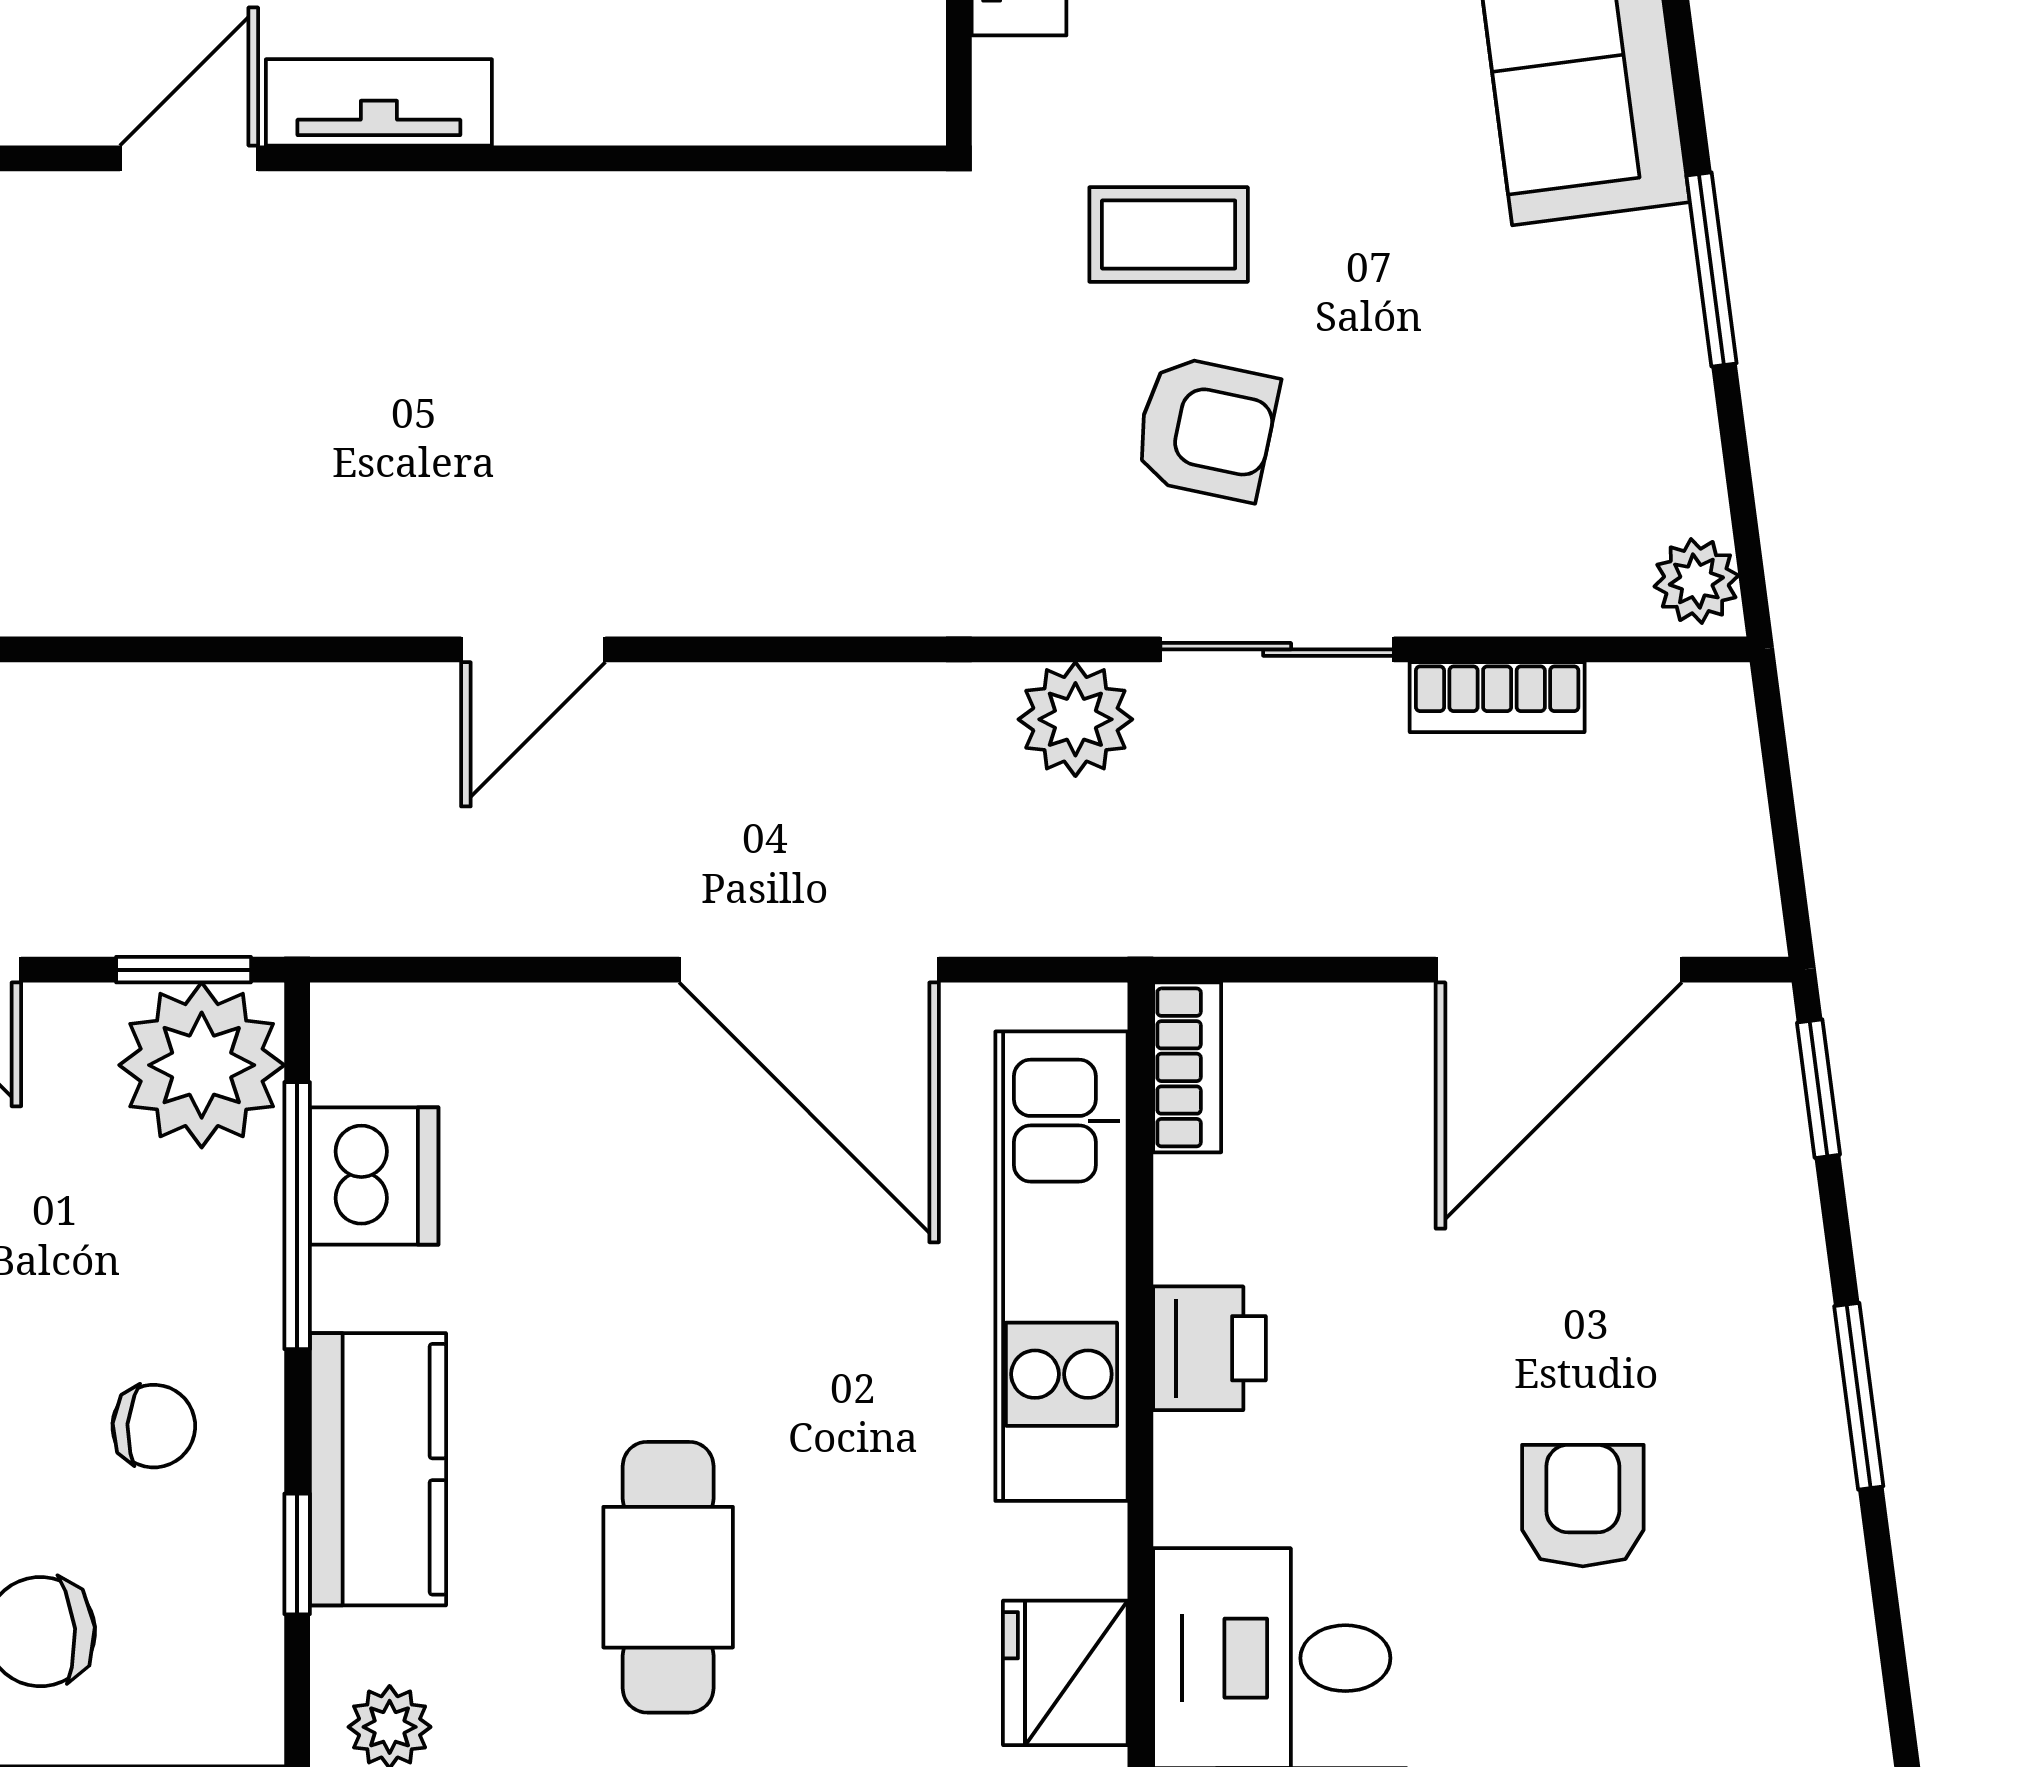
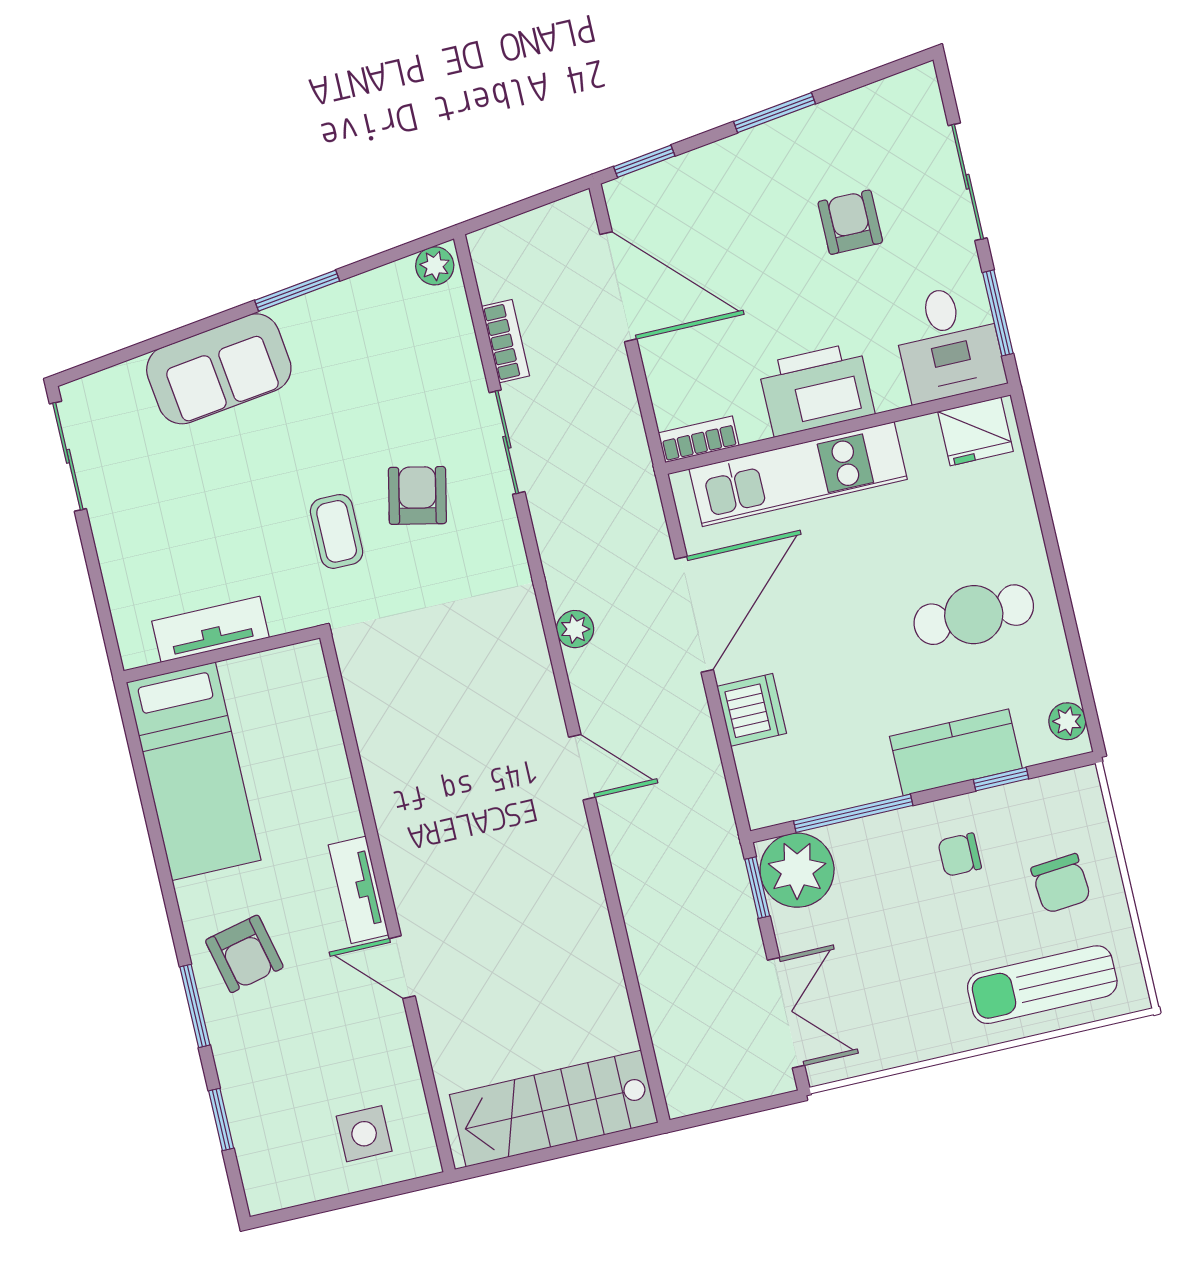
plant: (1075, 719) -> (575, 629), moved, width x0.73, depth x0.73
dishwasher: (374, 1176) -> (752, 710), moved, turned 90
printer: (1209, 1348) -> (816, 389), width x1.87, depth x1.48
chair: (154, 1426) -> (960, 855), turned -94
armchair: (1583, 1506) -> (850, 222), turned 90

